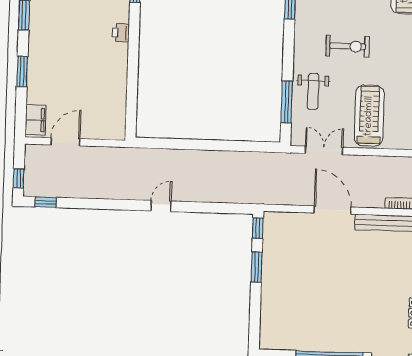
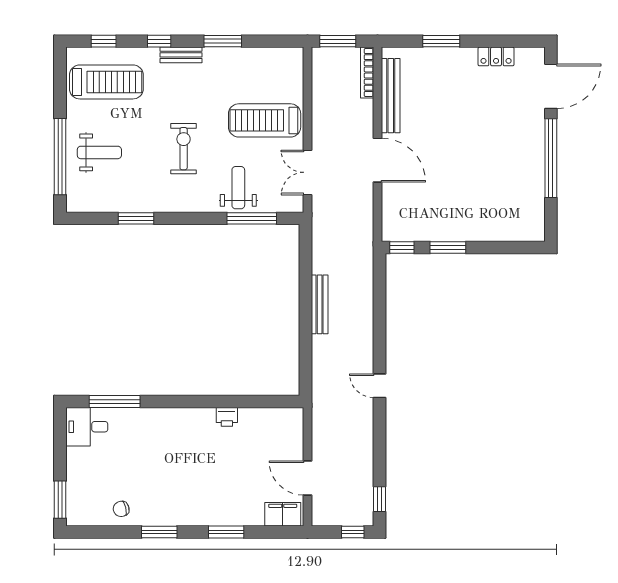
printer: (121, 33) -> (227, 417), moved
weight bench: (313, 91) -> (238, 188), turned -90
bench: (212, 157) -> (320, 304), added
door: (161, 206) -> (379, 386), moved
door: (332, 210) -> (378, 160), swing flipped

